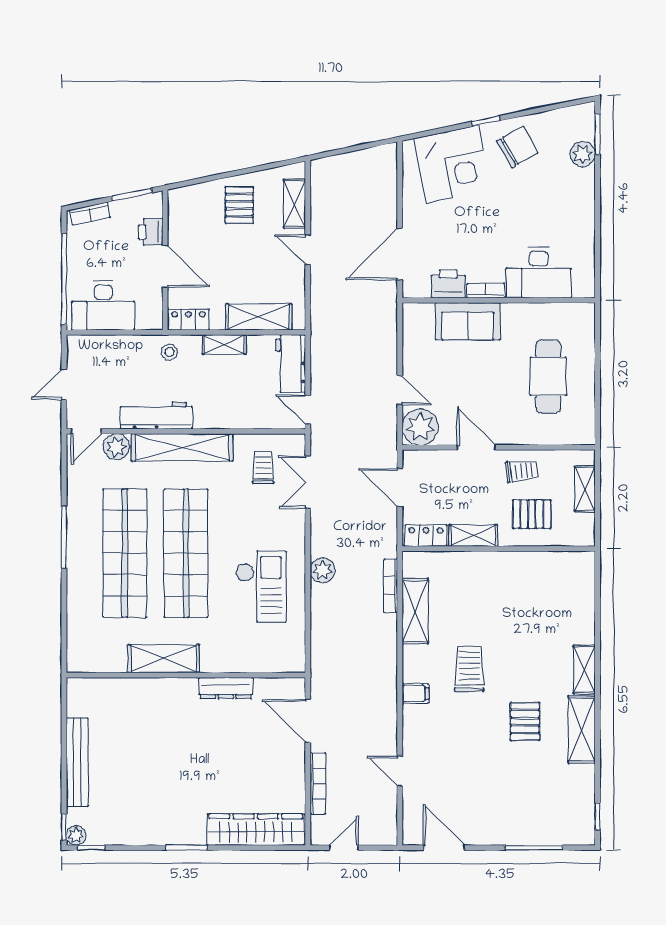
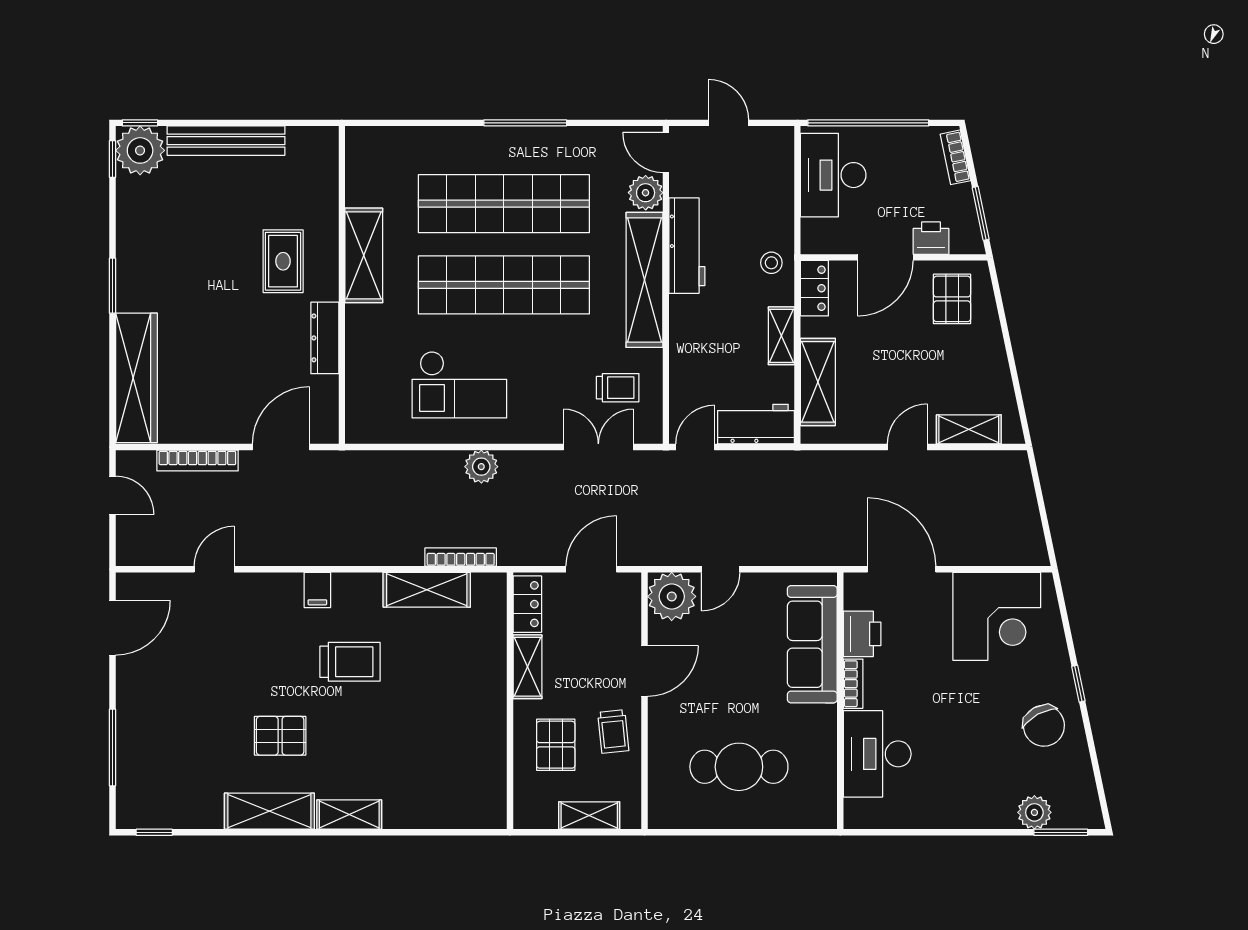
corner desk: (452, 164) -> (997, 616), moved, turned -78
pallet: (239, 205) -> (952, 299), moved, turned 90
sofa: (468, 321) -> (812, 644), width x1.36
rug: (168, 719) -> (283, 261), added
plant: (76, 835) -> (140, 150), width x1.87, depth x1.87

